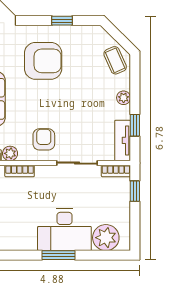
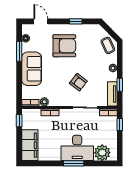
armchair: (44, 139) -> (78, 82), moved, turned 128

